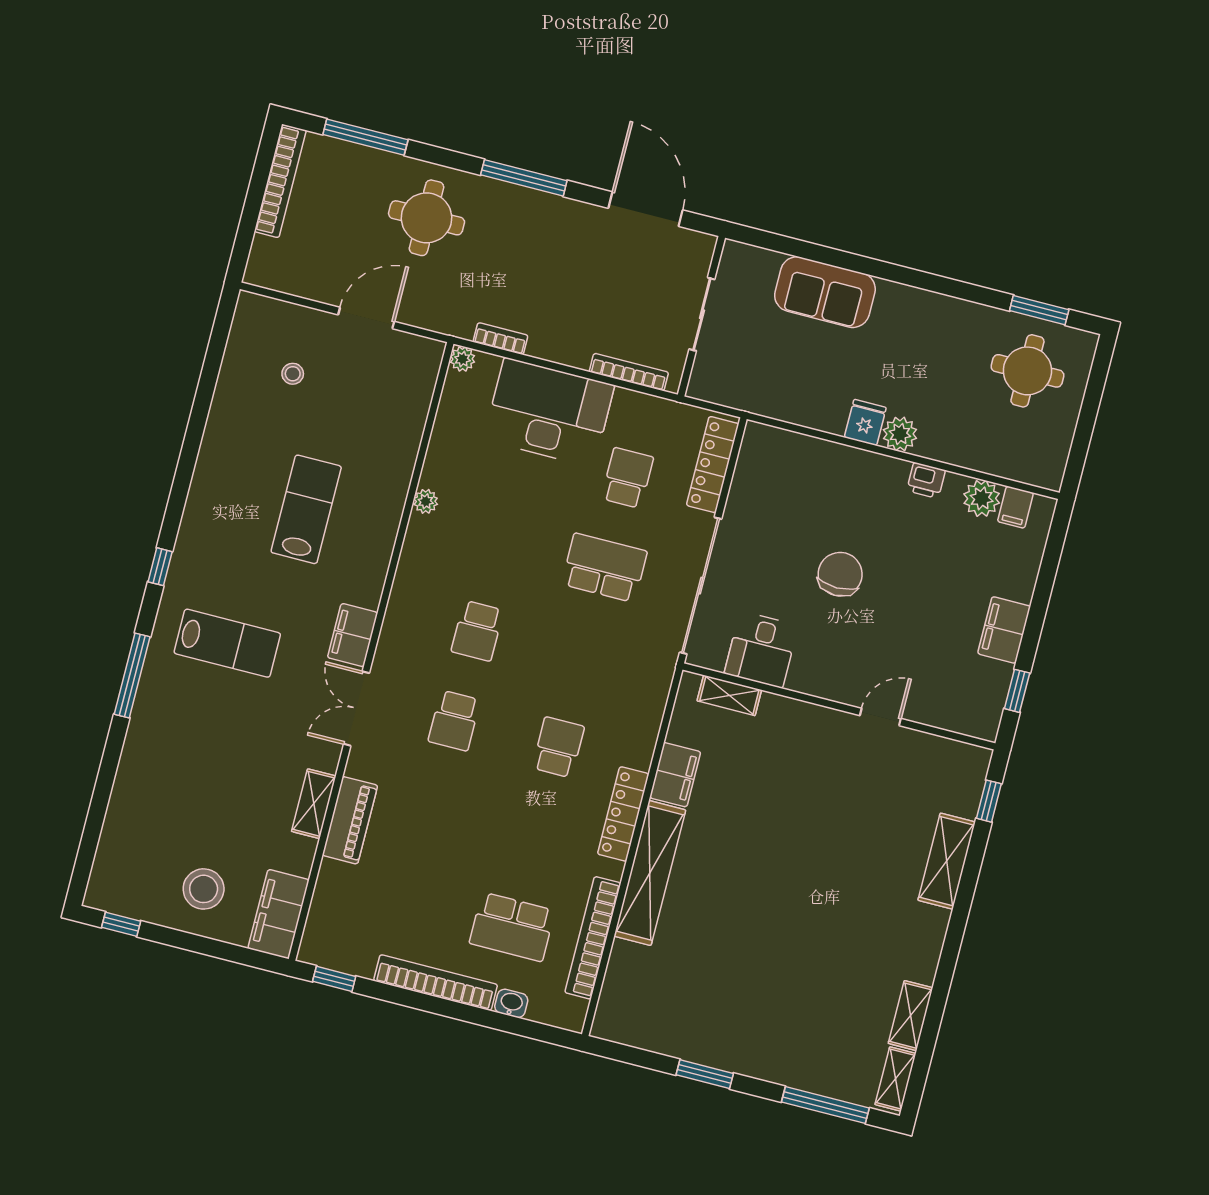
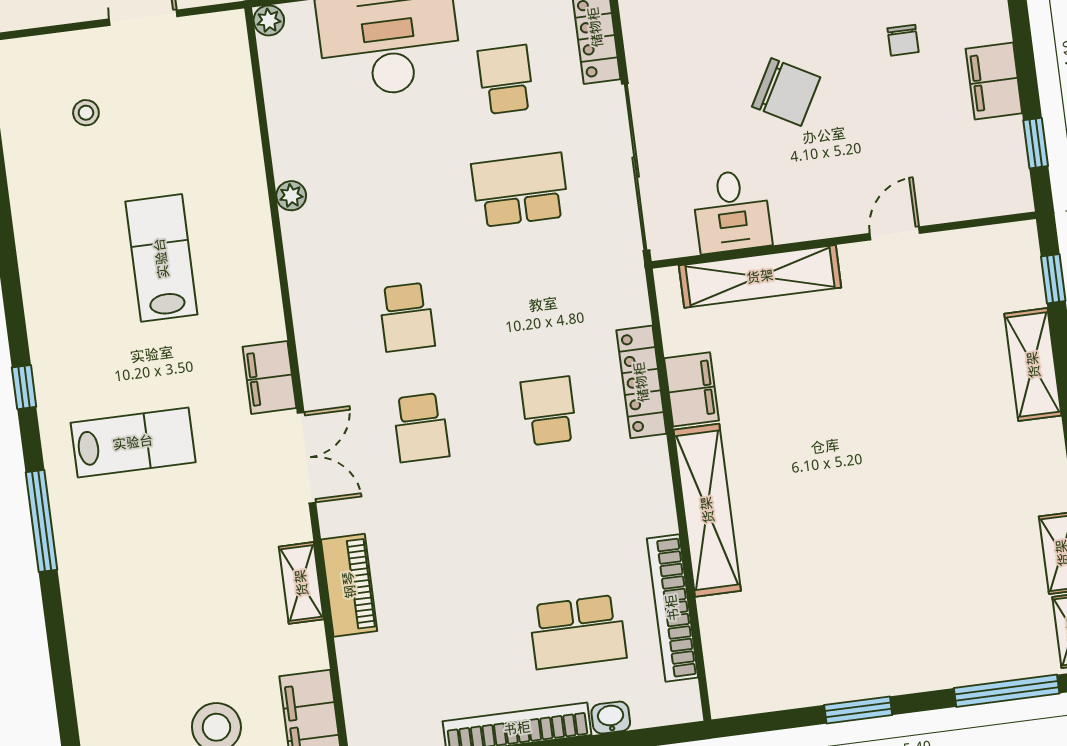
chair: (946, 570) -> (903, 40), added
chair: (840, 574) -> (786, 92), turned 119
shelving: (729, 695) -> (760, 276), width x2.20, depth x1.33
double door: (356, 709) -> (306, 458), swing flipped
locker: (623, 814) -> (641, 382), moved

